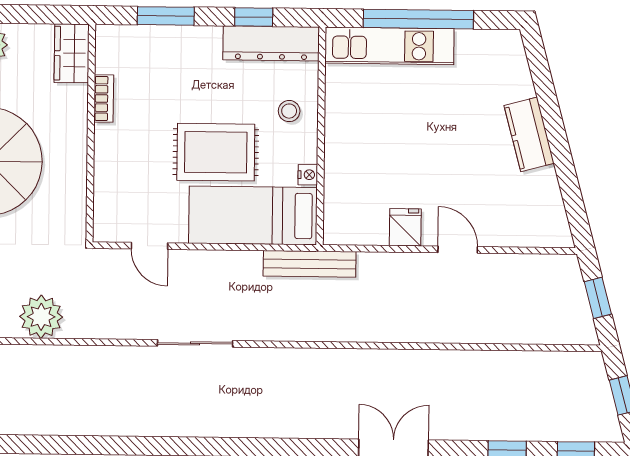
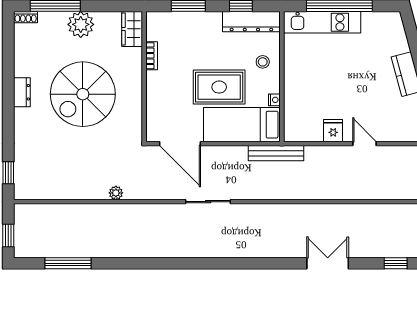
door: (149, 246) -> (180, 144), width x1.88
plant: (41, 317) -> (116, 193), width x0.53, depth x0.53

